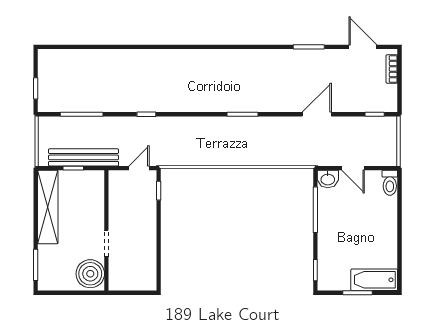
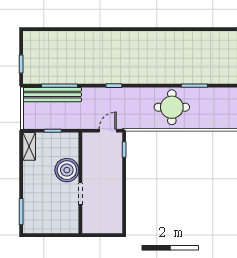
round table: (216, 140) -> (172, 107), added
bench: (84, 157) -> (52, 95), moved
shelving: (48, 207) -> (29, 146), width x0.45, depth x0.75
boiler: (90, 274) -> (67, 170), moved

